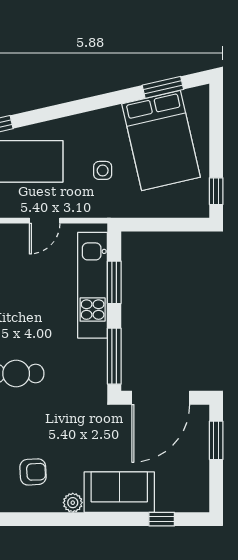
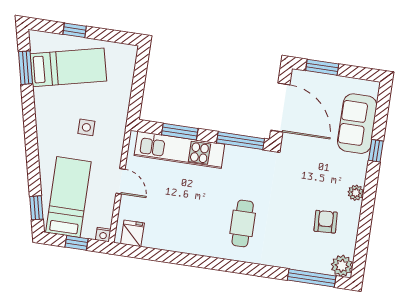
bed: (161, 140) -> (68, 67), width x0.67
window: (216, 191) -> (75, 30), moved
sofa: (119, 492) -> (357, 124), moved
window: (162, 519) -> (376, 151), moved

